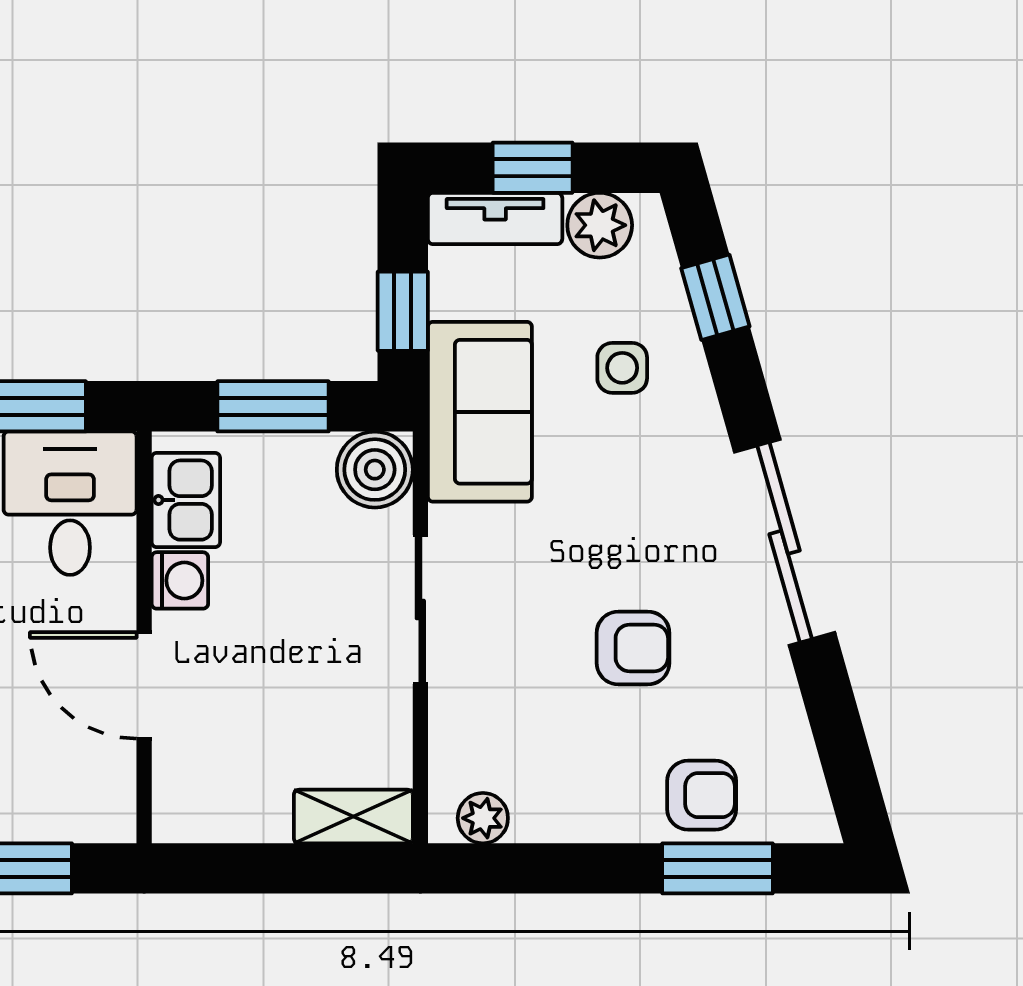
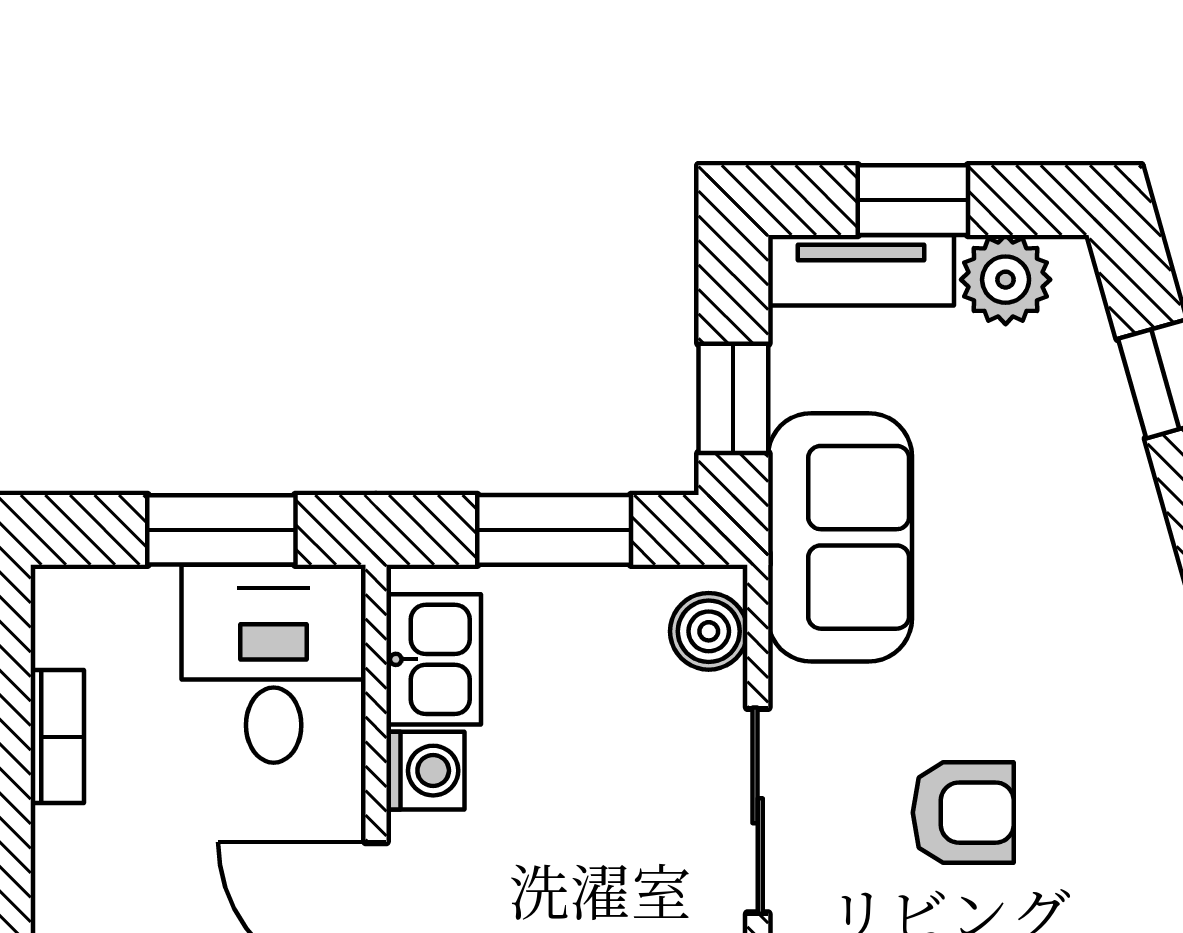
side table: (622, 368) -> (1037, 477), removed
boiler: (375, 470) -> (709, 631), width x0.73, depth x0.73
armchair: (633, 648) -> (963, 813), moved

